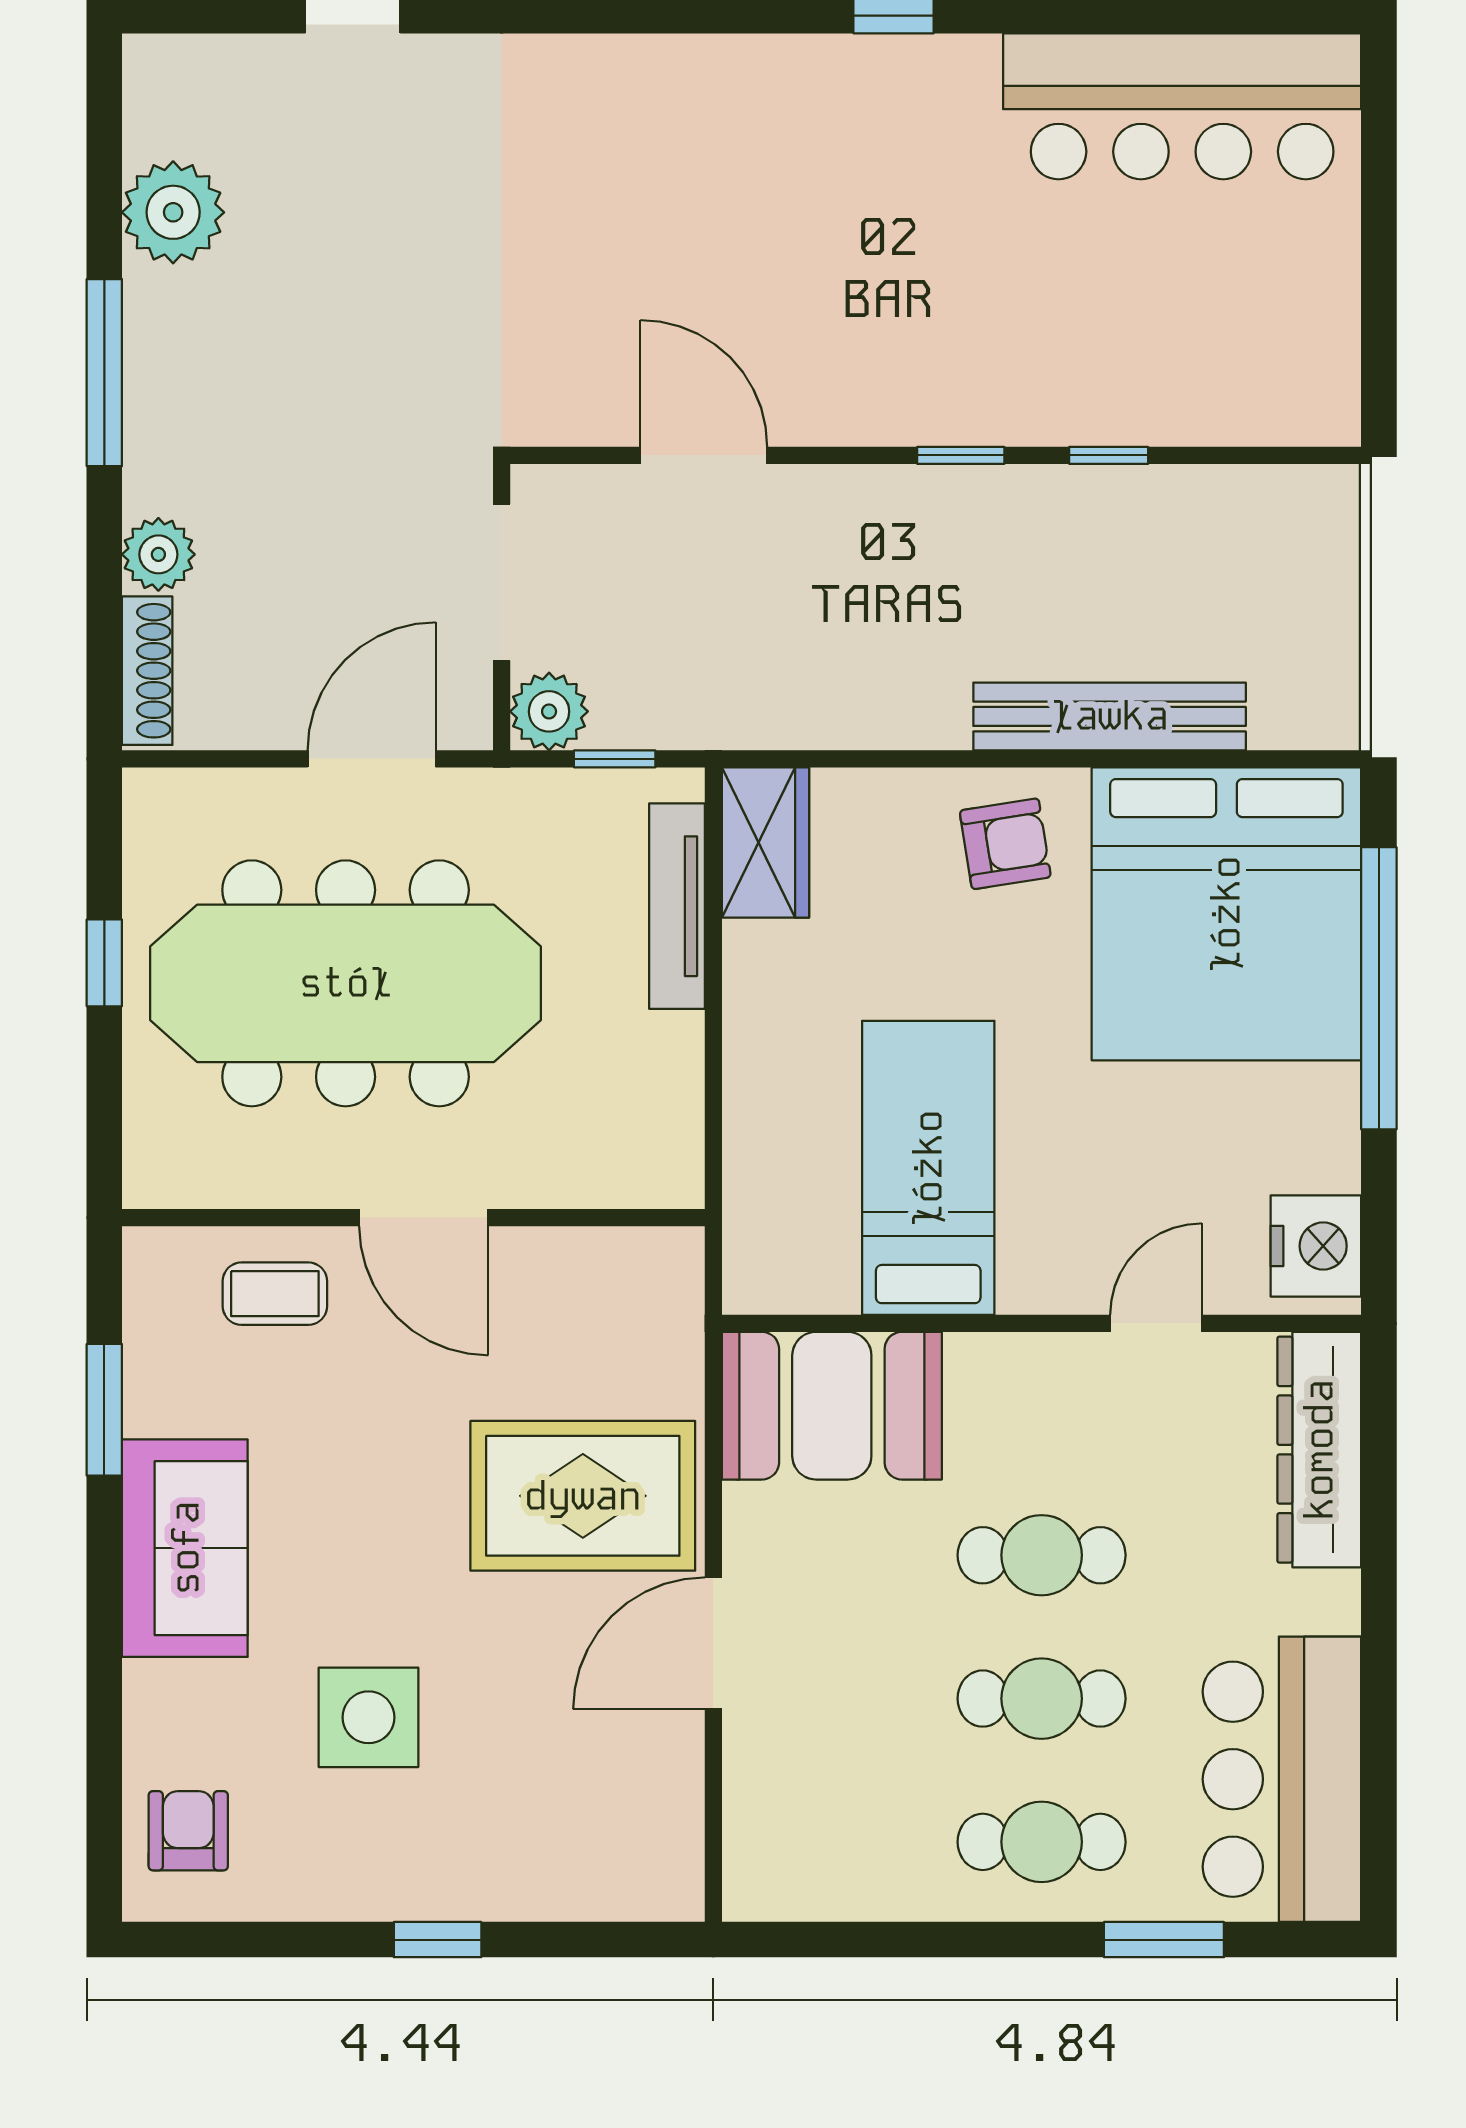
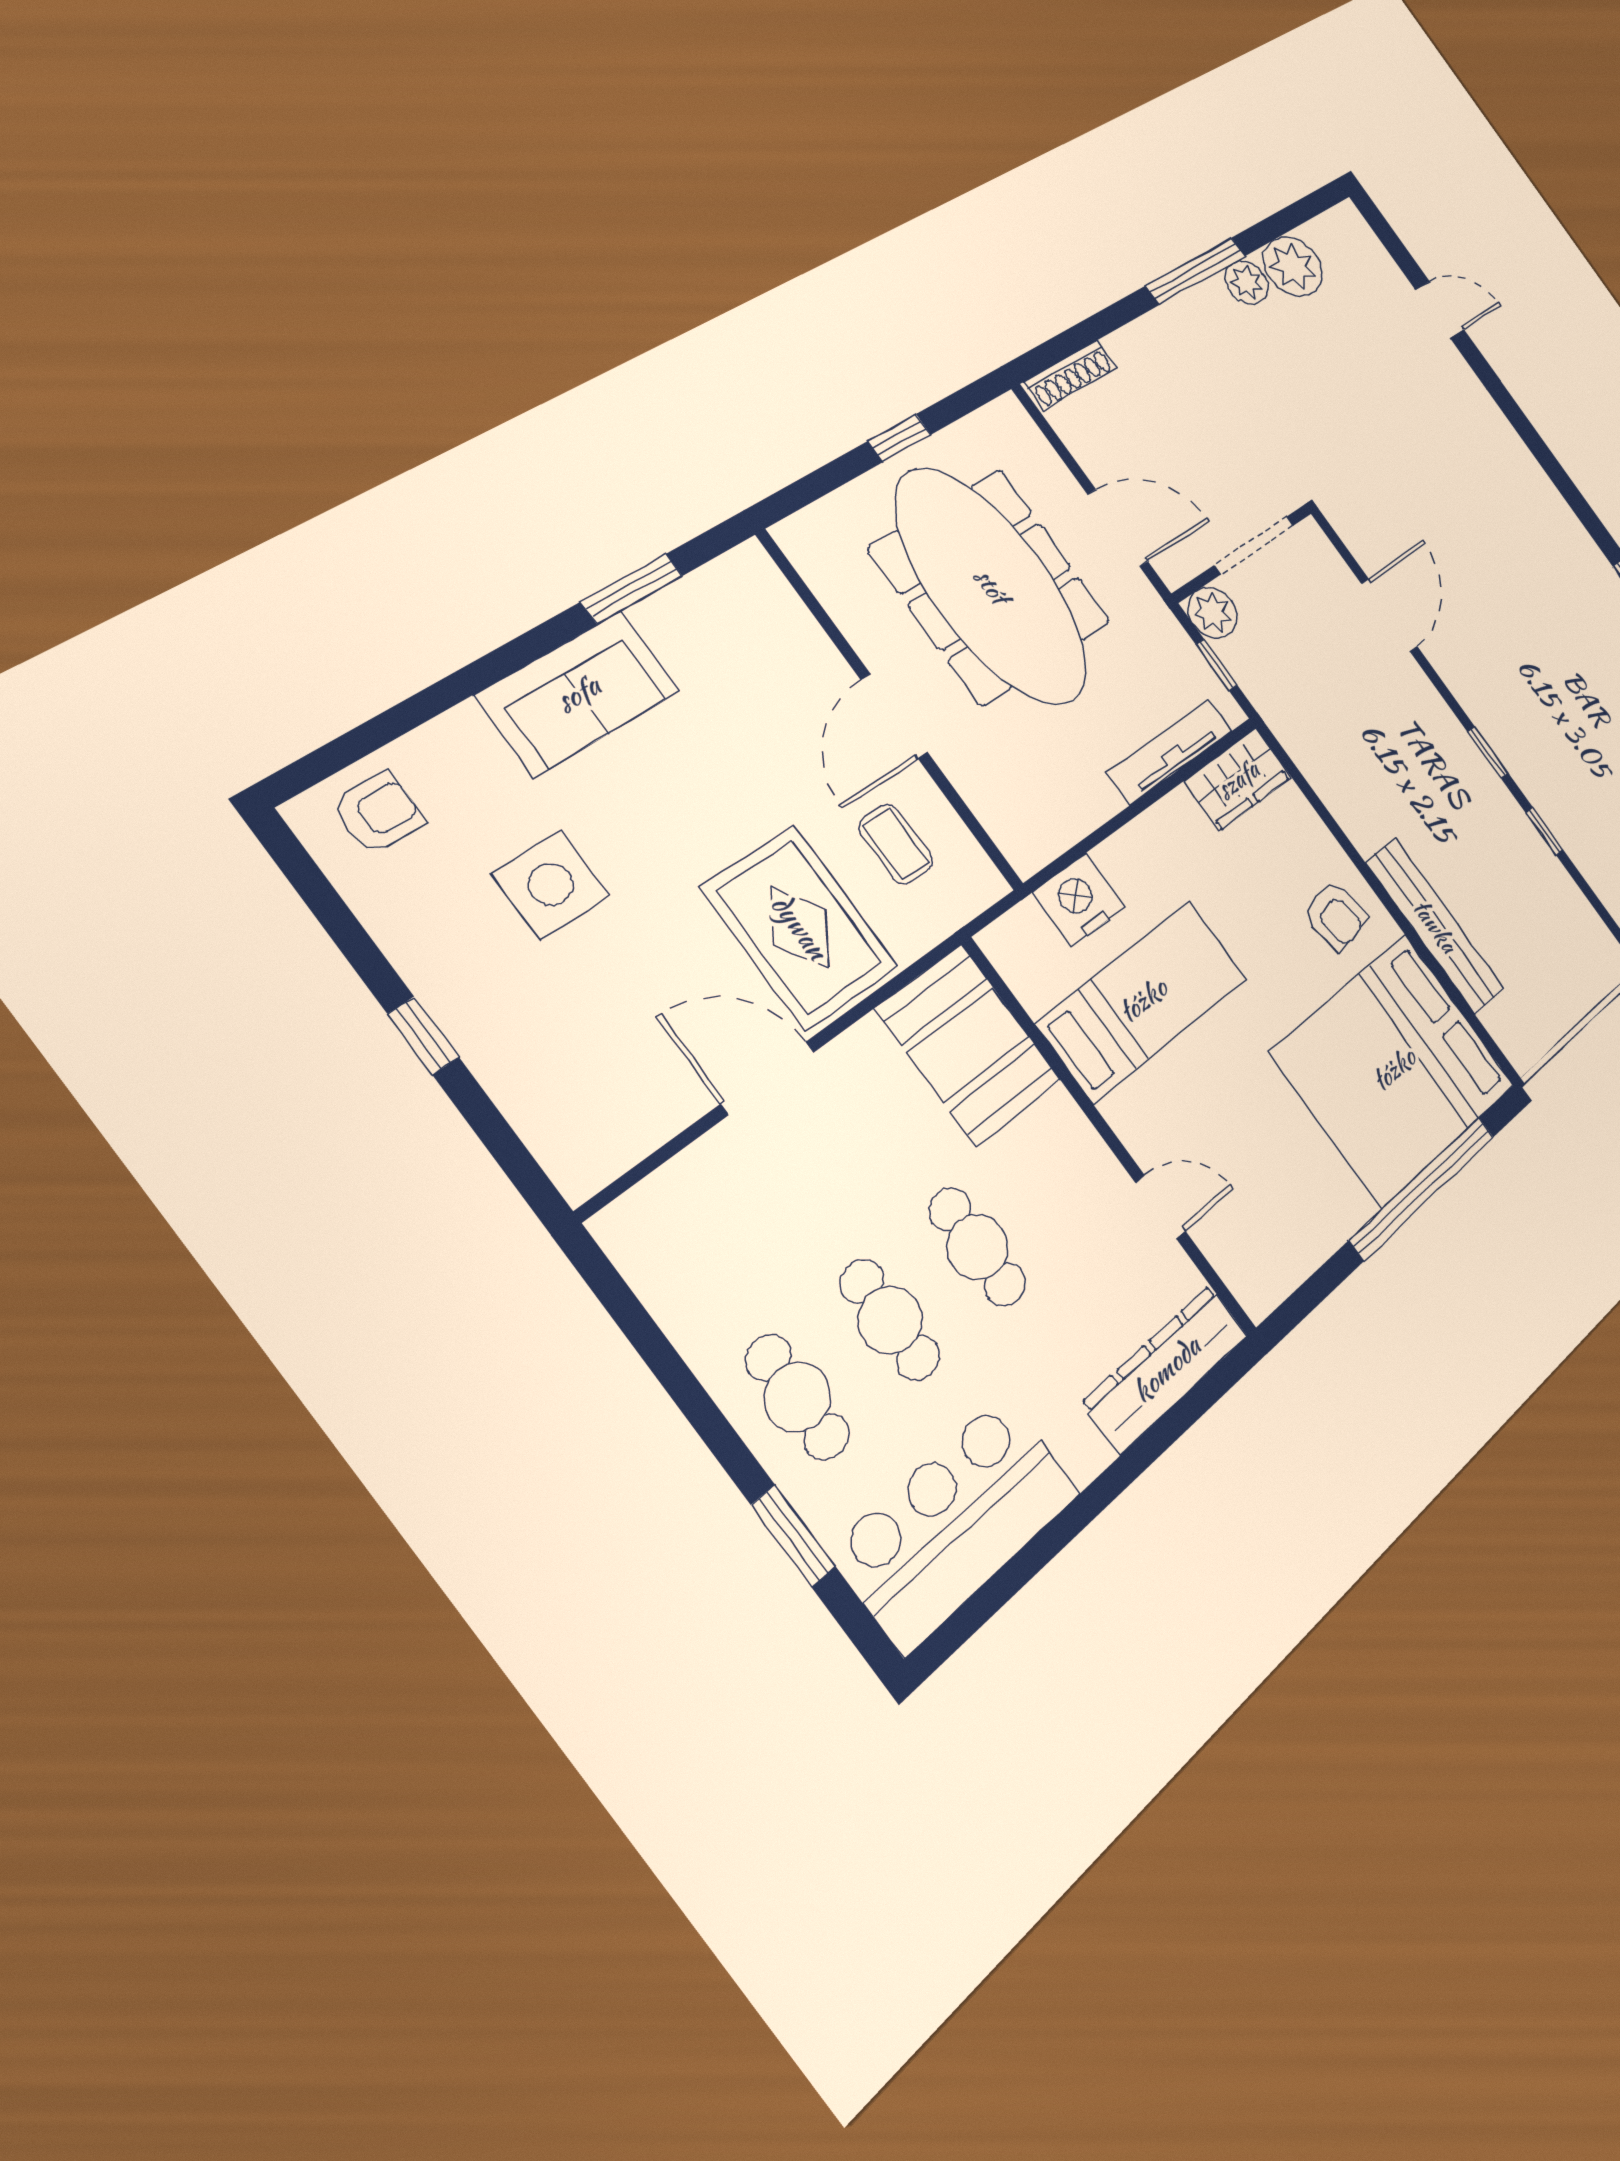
plant: (158, 554) -> (1247, 282), moved
nightstand: (1316, 1246) -> (1079, 900), moved, turned 180
coffee table: (275, 1294) -> (896, 844), moved

